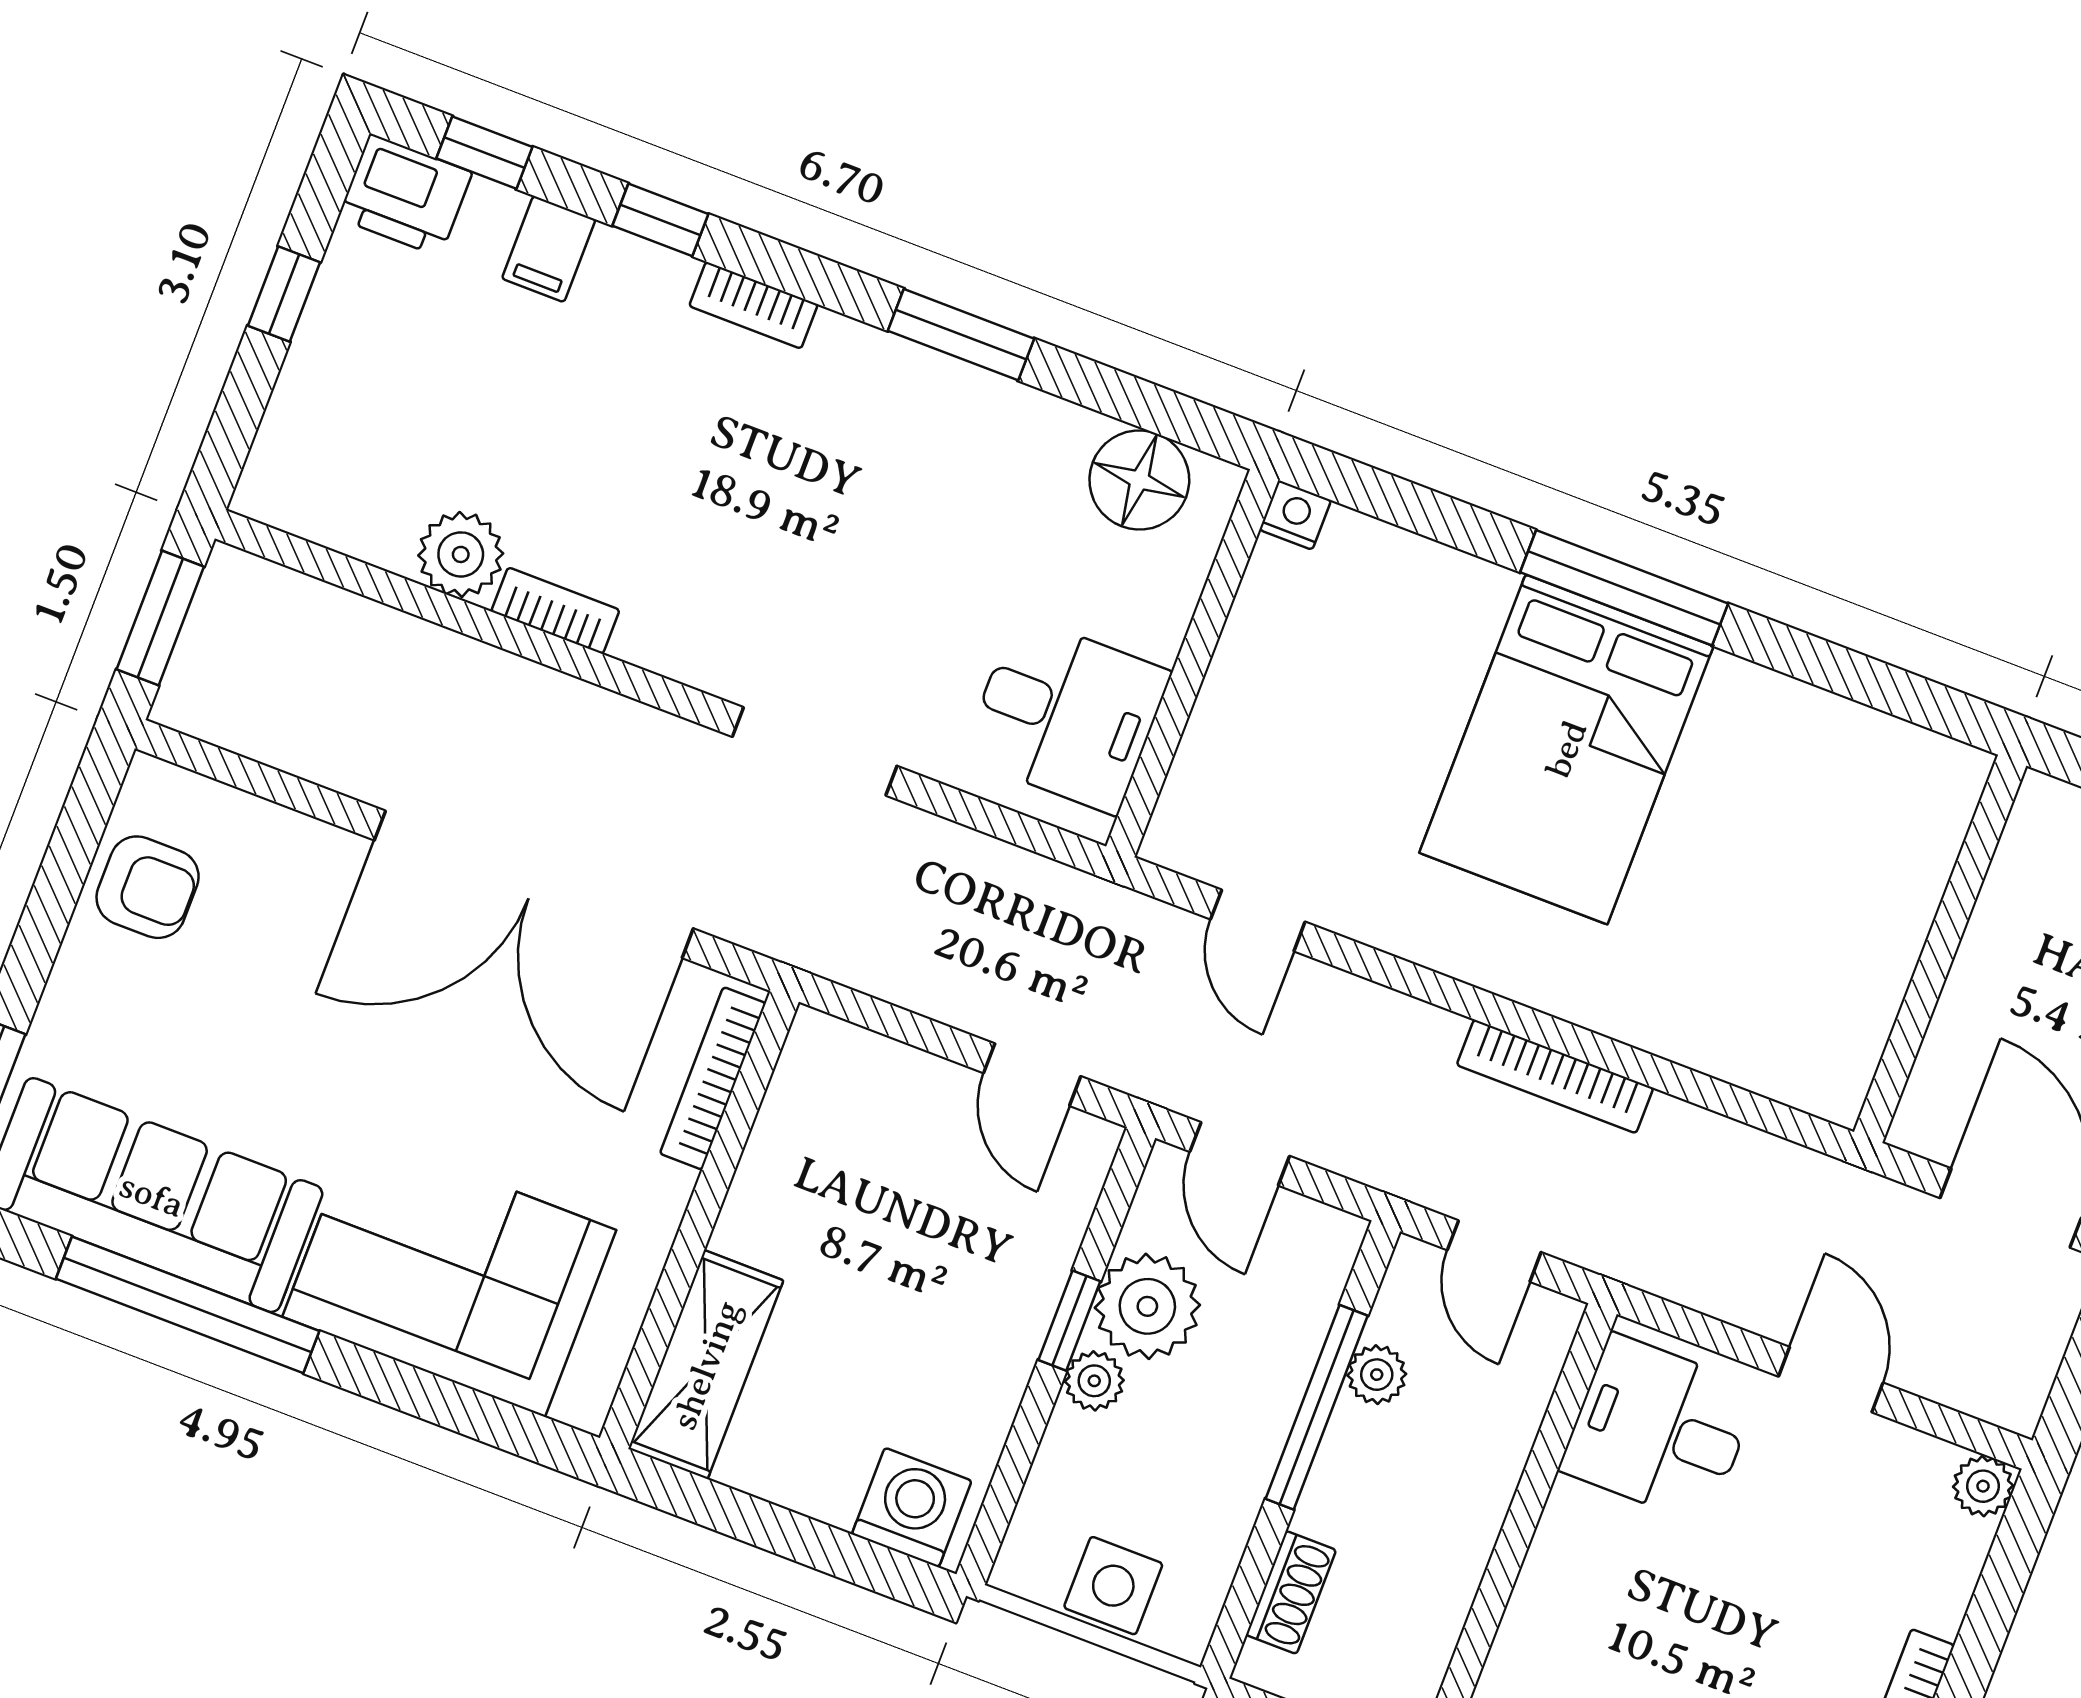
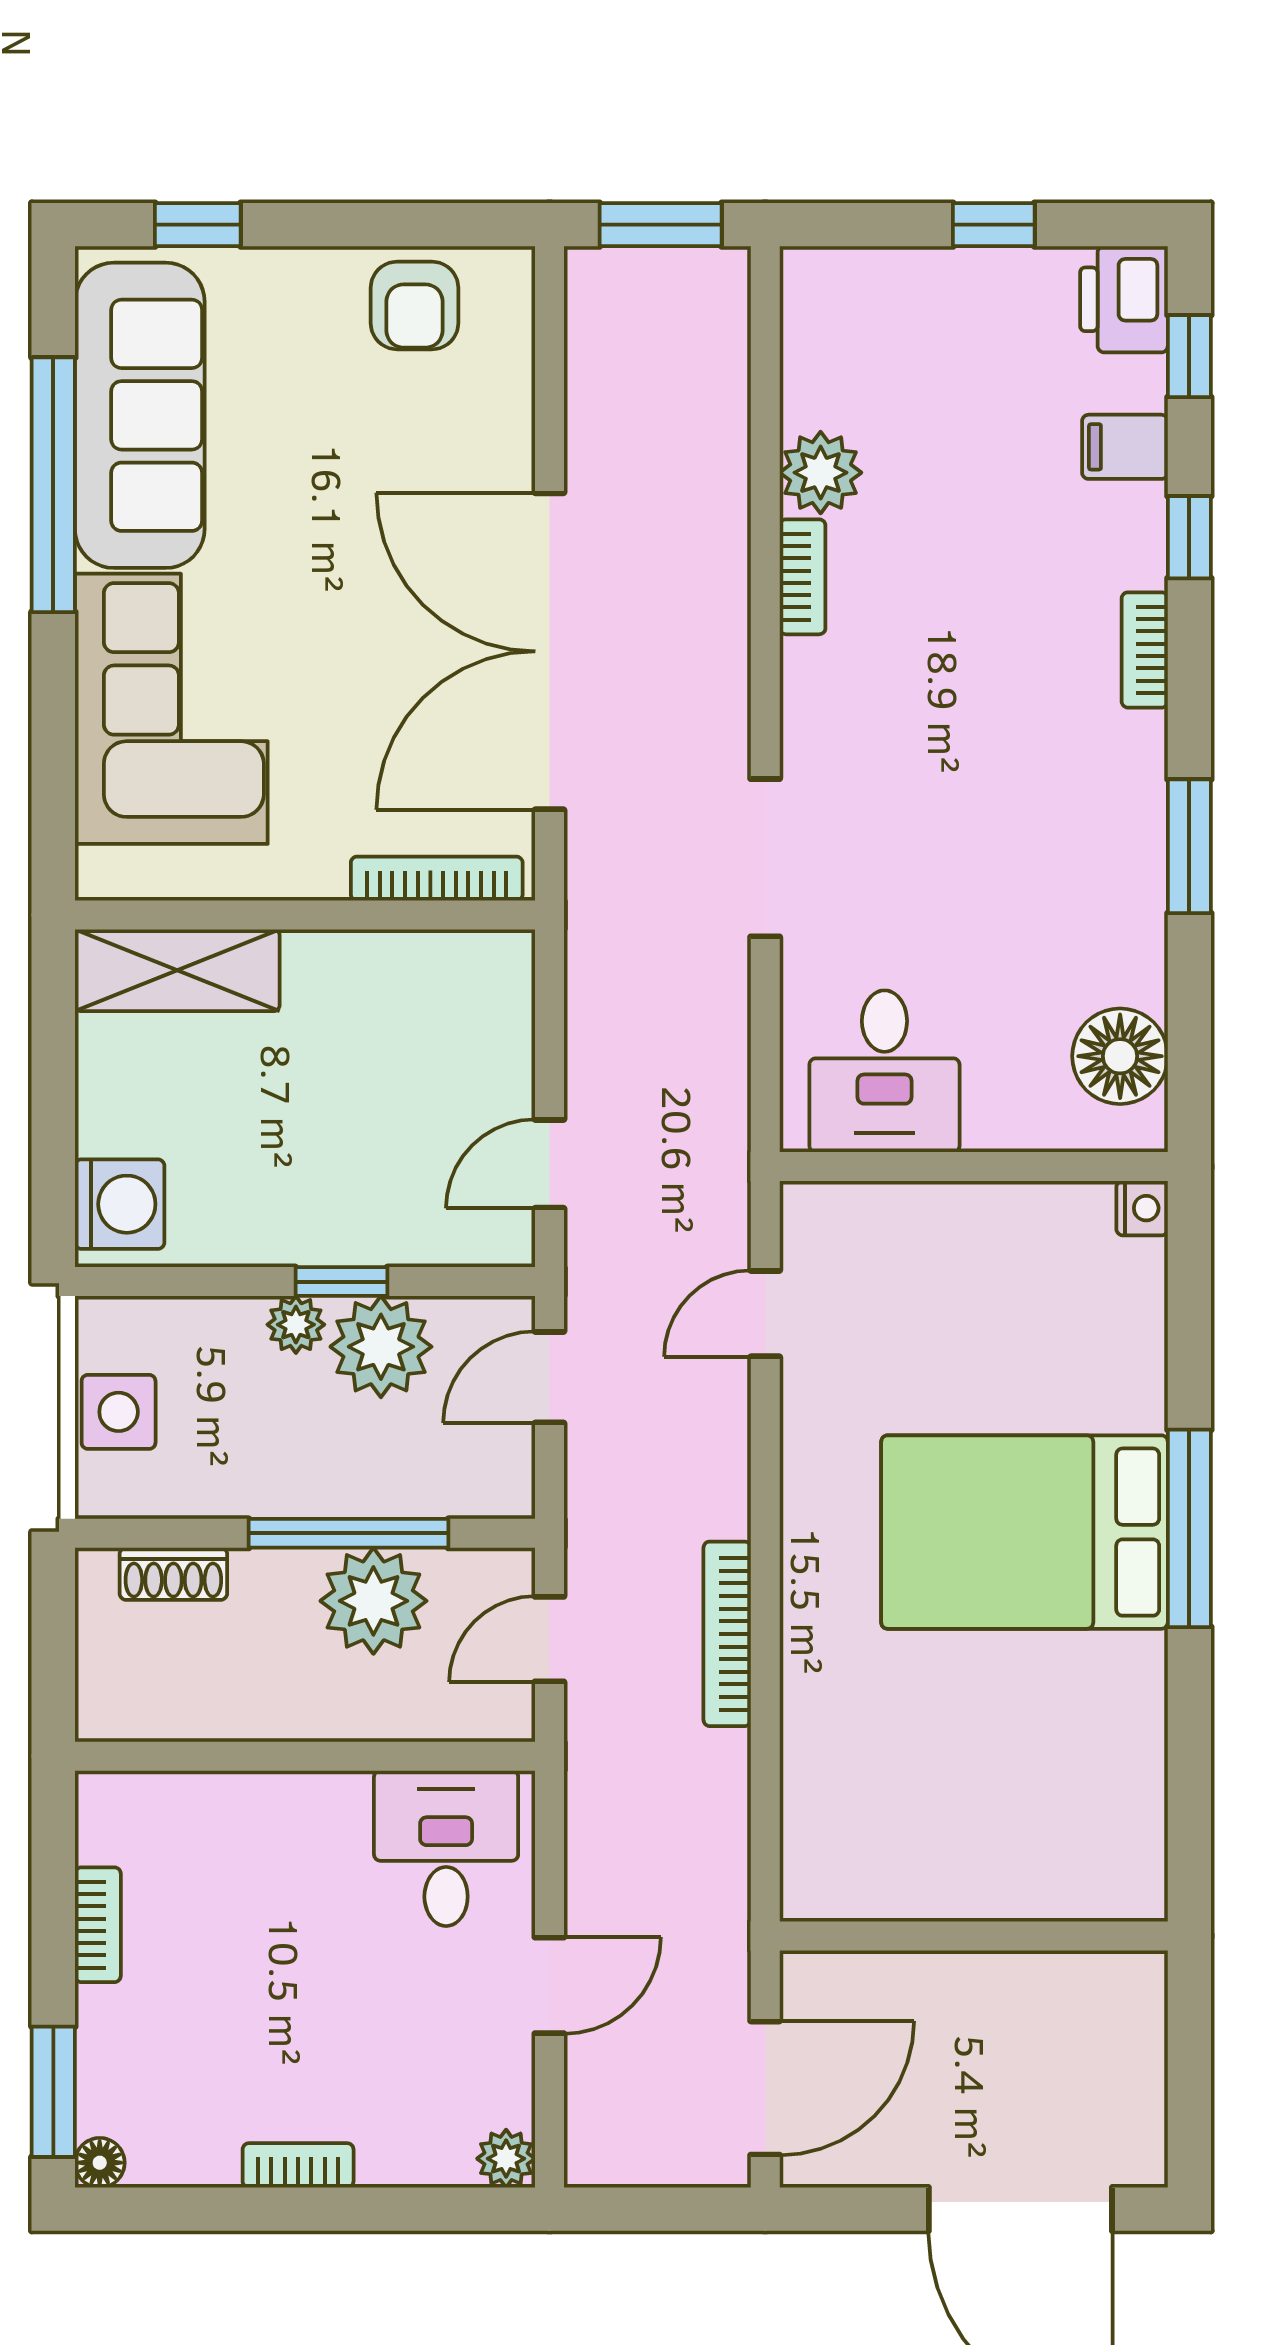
plant: (1377, 1375) -> (373, 1601), width x1.88, depth x1.88

